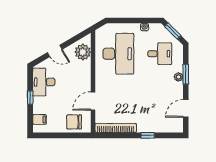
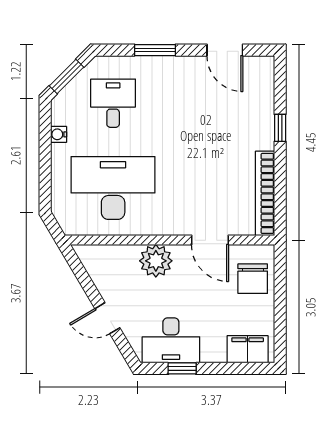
door: (55, 51) -> (107, 318), swing flipped
plant: (83, 52) -> (156, 261), moved
plant: (178, 77) -> (161, 65), removed
window: (30, 98) -> (182, 368), moved
filing cabinet: (39, 119) -> (248, 349), width x2.00

